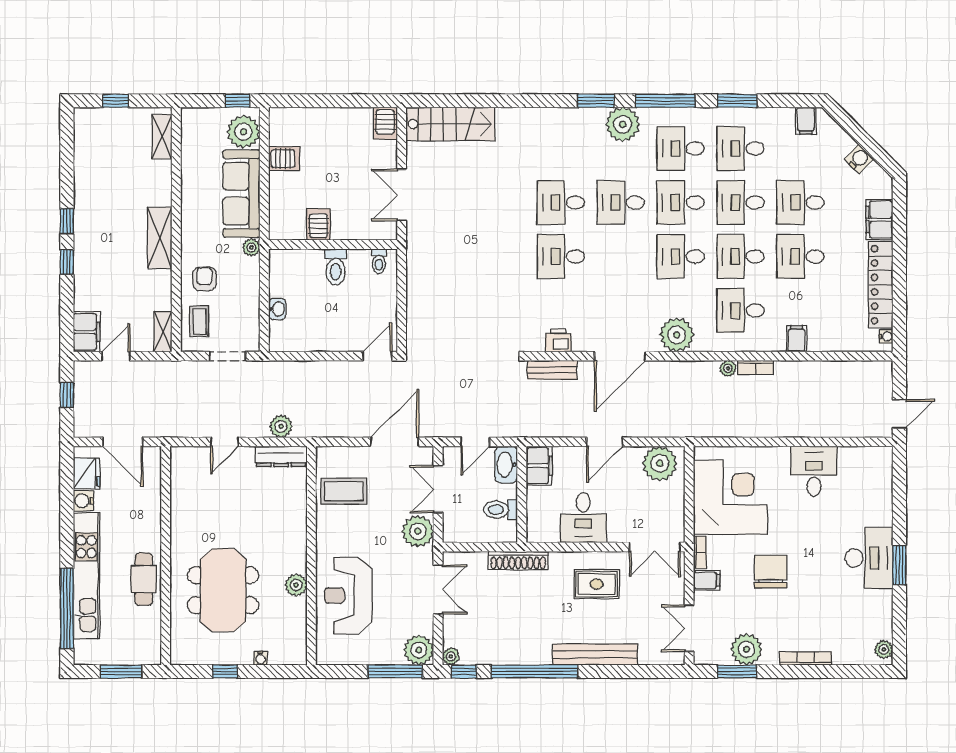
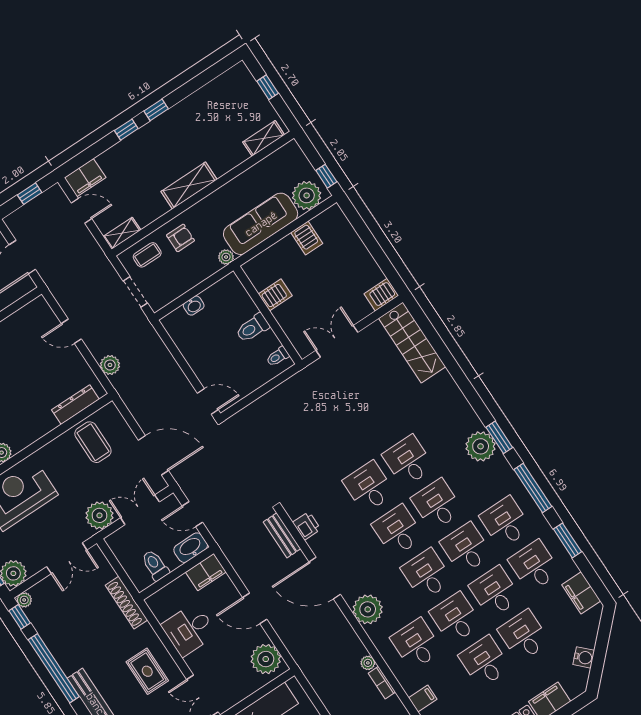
filing cabinet: (806, 121) -> (581, 593), width x2.00
plant: (623, 124) -> (481, 446), moved
desk: (621, 256) -> (398, 531), added
dresser: (281, 456) -> (75, 405), moved, turned 90

